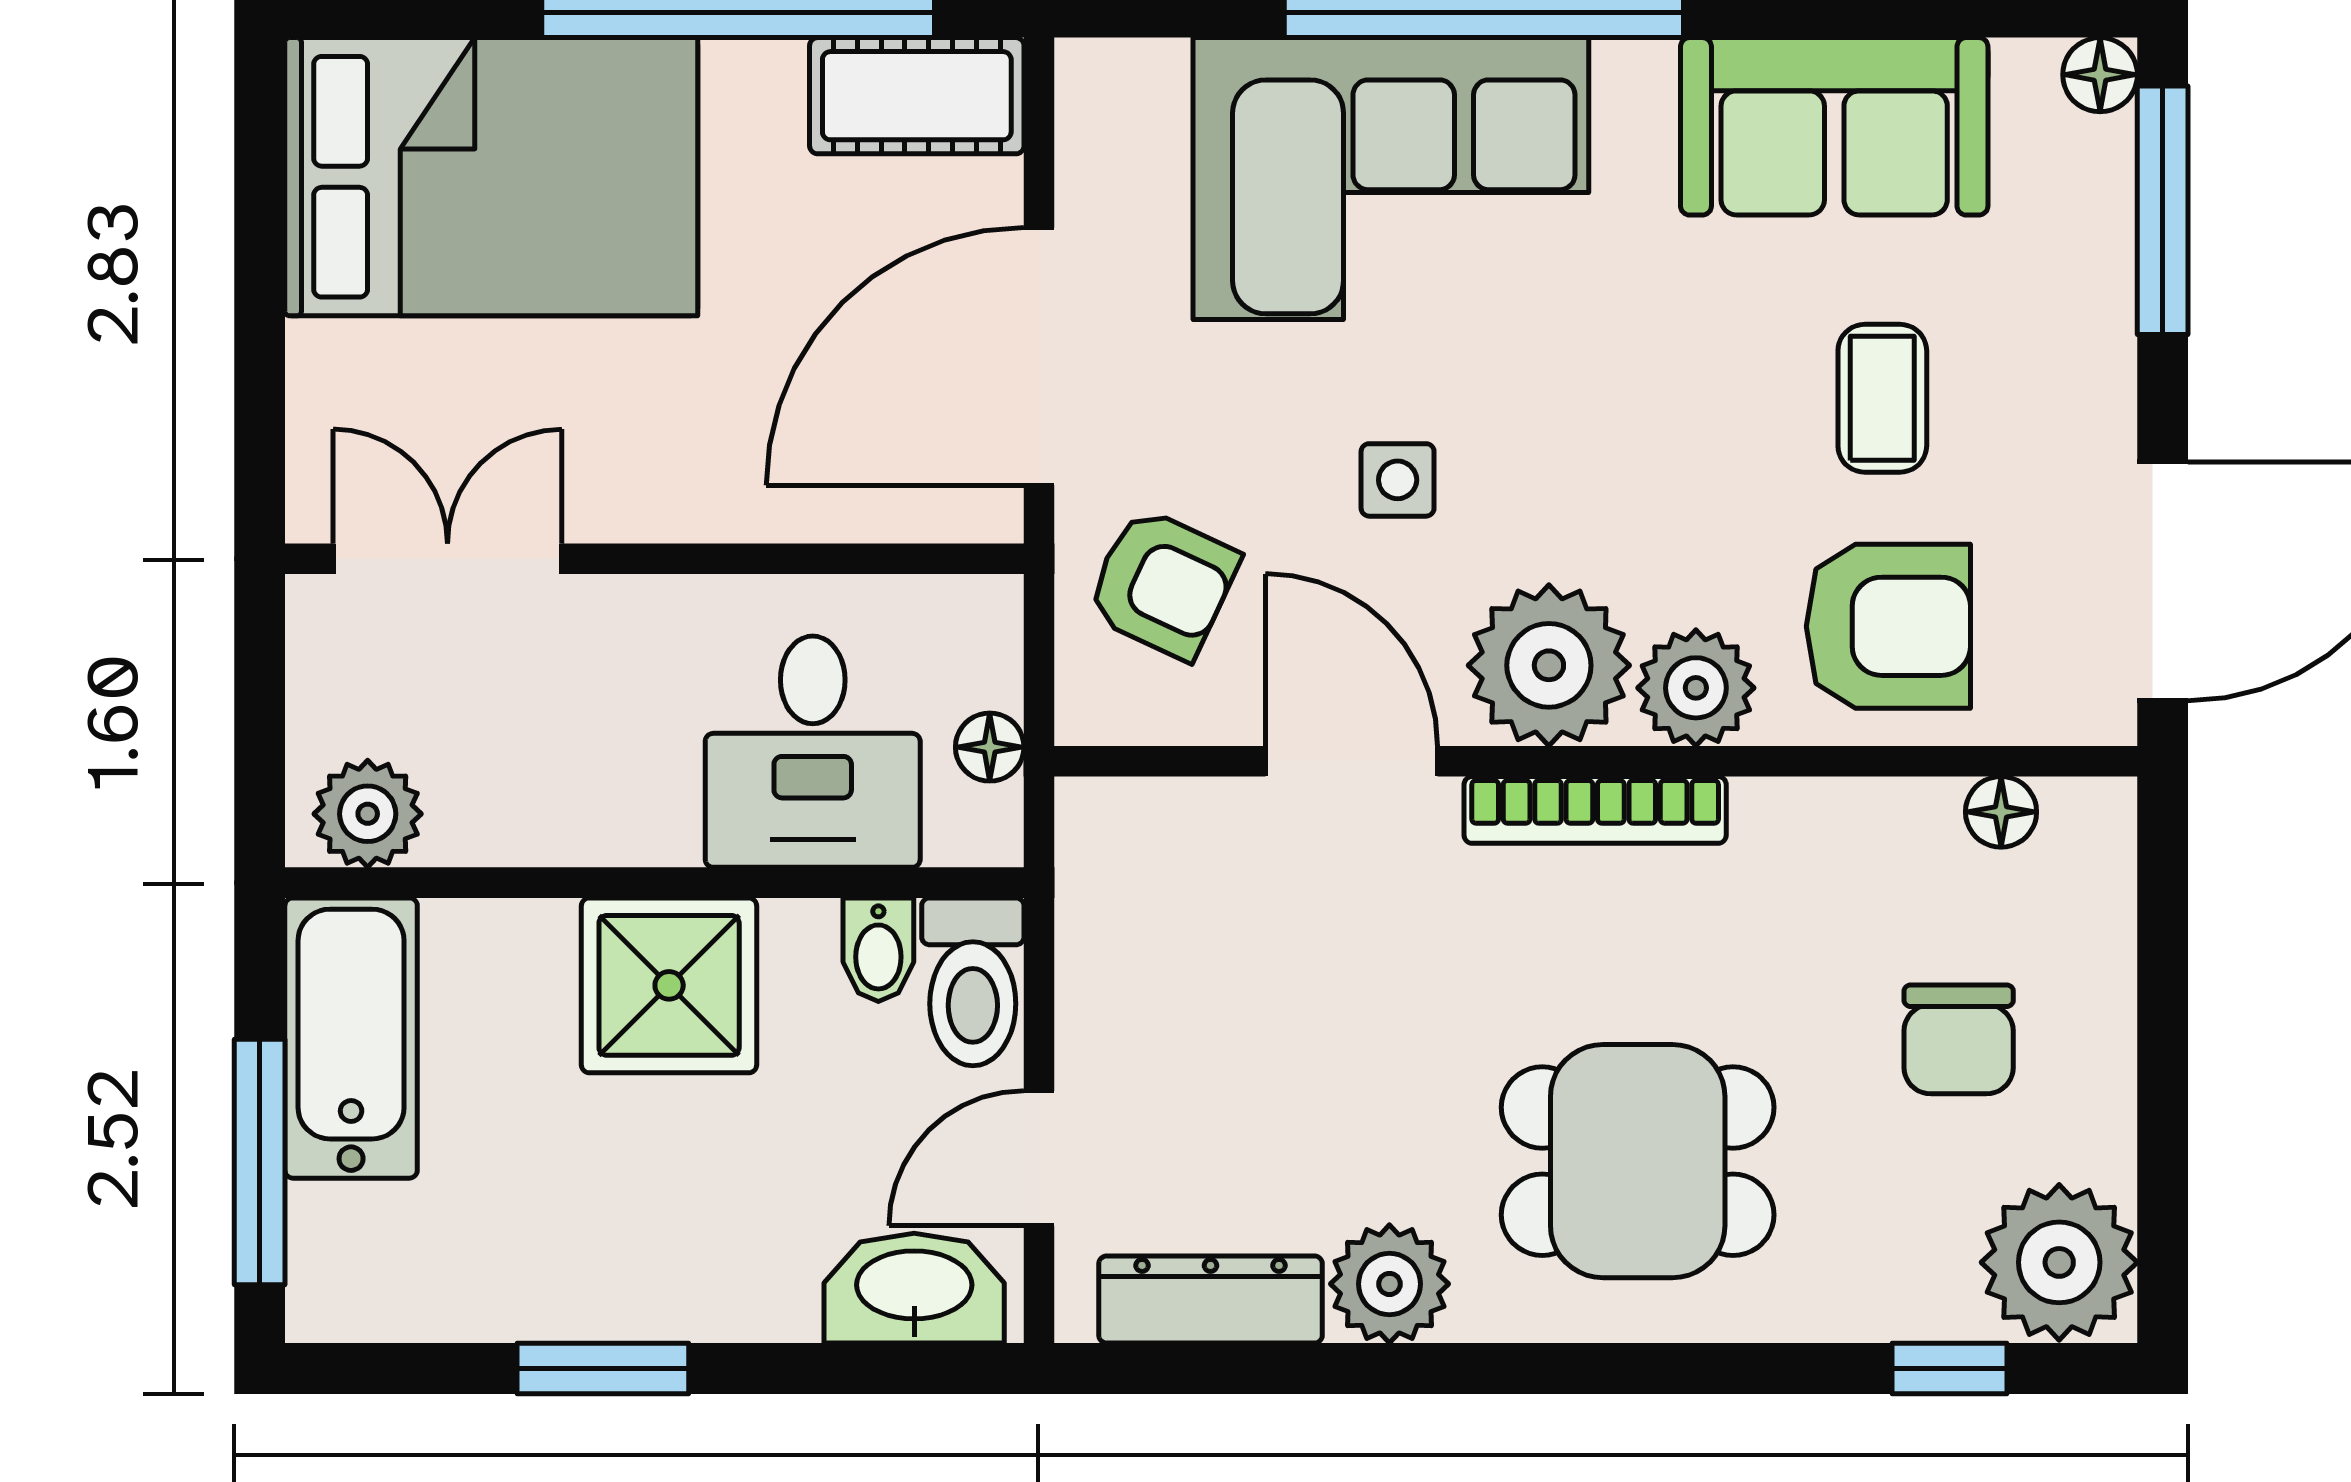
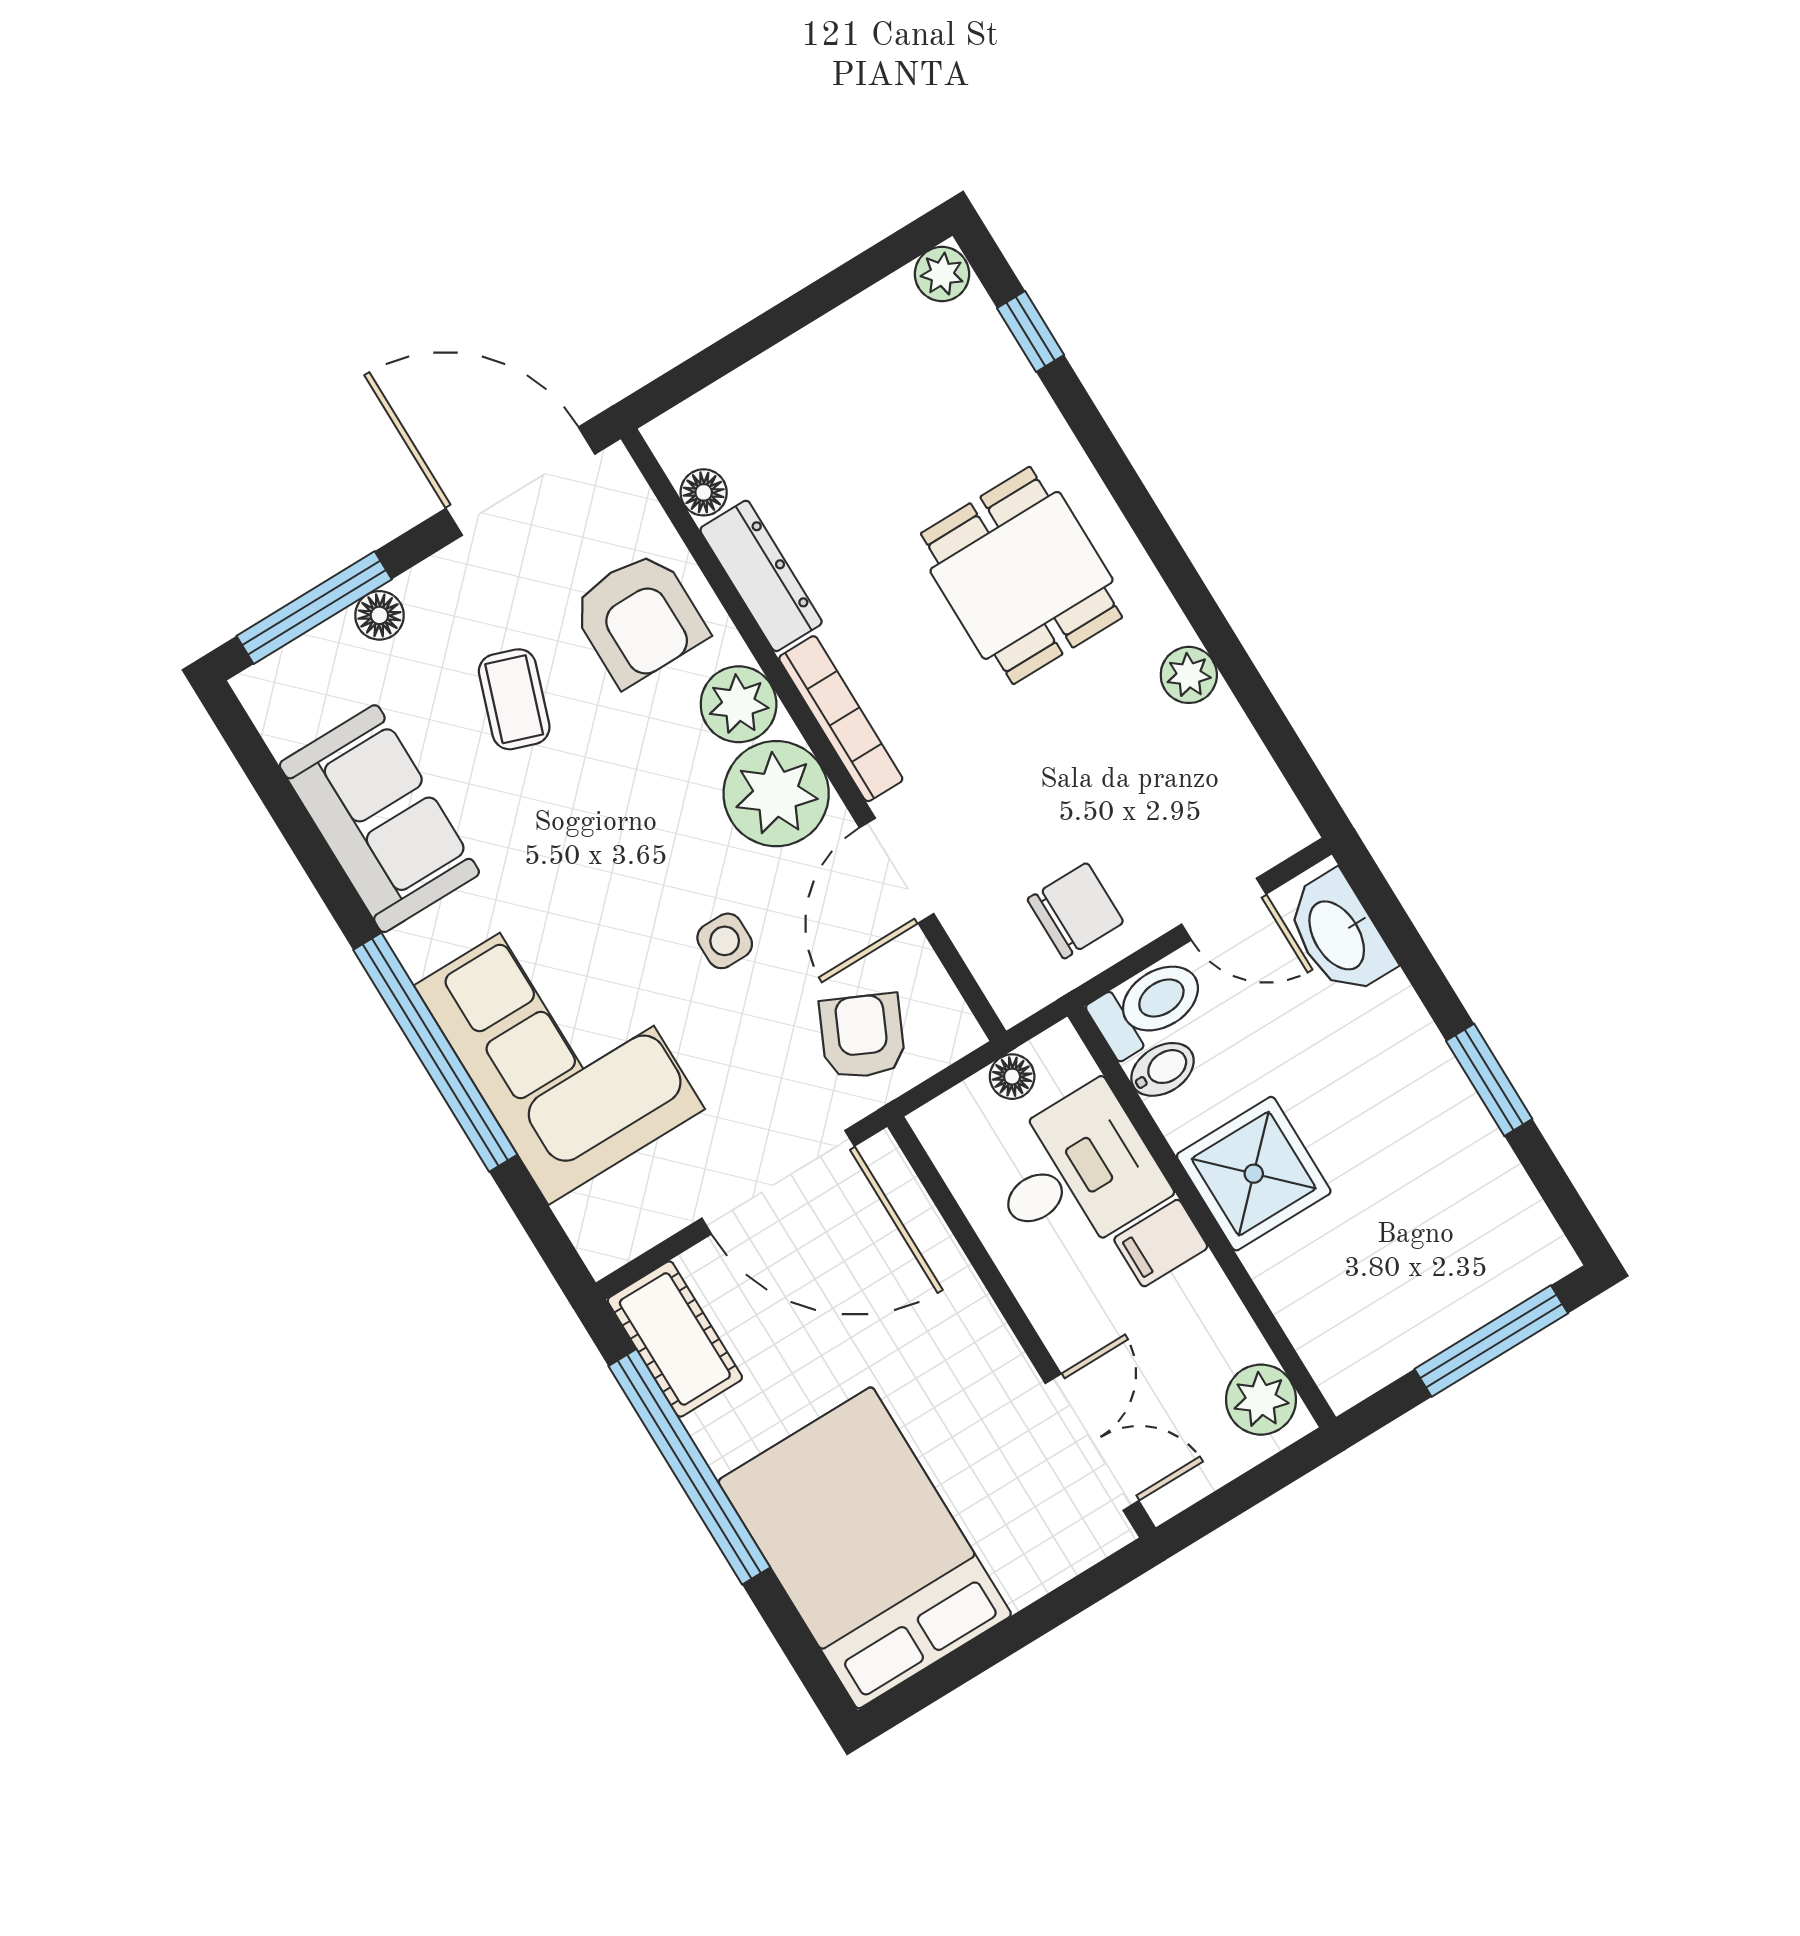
floor lamp: (2100, 75) -> (379, 615), moved
coffee table: (1882, 398) -> (514, 699), turned -71
double door: (448, 559) -> (1092, 1442), swing flipped
armchair: (1888, 626) -> (639, 618), turned 180
filing cabinet: (653, 808) -> (1161, 1243), added
bathtub: (351, 1038) -> (1391, 1332), removed
chair: (1959, 1039) -> (1075, 911), moved
plant: (2059, 1262) -> (942, 274), width x0.53, depth x0.53
plant: (1389, 1284) -> (1189, 675), width x0.73, depth x0.73
dresser: (1211, 1300) -> (761, 576), moved, turned 180

